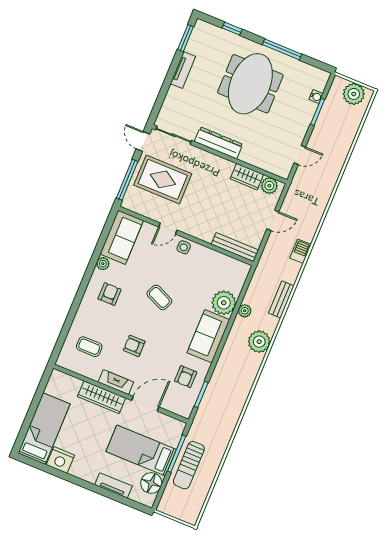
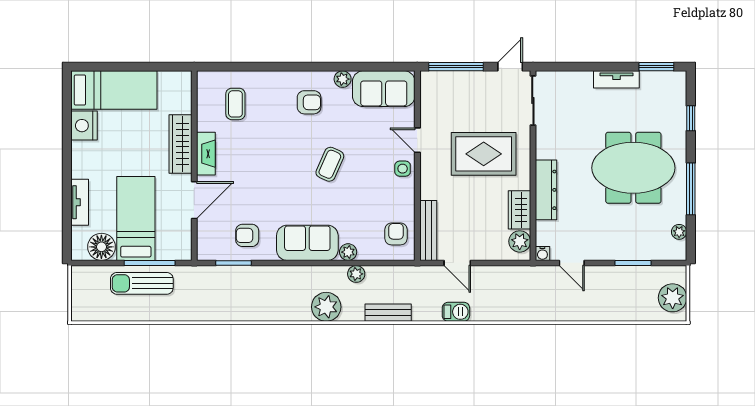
plant: (309, 70) -> (679, 232), added
water cooler: (316, 97) -> (542, 253), moved
dresser: (218, 143) -> (546, 190), moved
rug: (163, 179) -> (484, 154), moved, turned 90
door: (273, 220) -> (457, 263), moved
plant: (224, 303) -> (348, 252), width x0.53, depth x0.53
armchair: (134, 346) -> (396, 234), moved
door: (145, 404) -> (194, 200), hinge flipped

